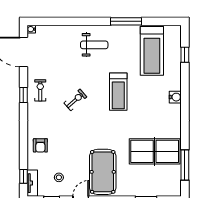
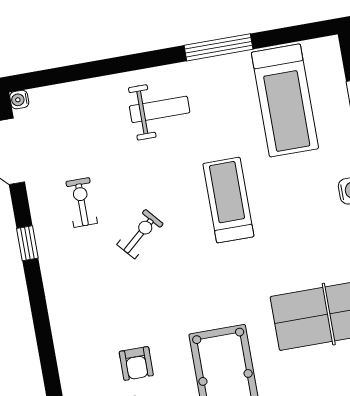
exercise bike: (40, 90) -> (82, 202), moved
treadmill: (118, 92) -> (228, 200), turned 180
armchair: (40, 145) -> (136, 363), moved

